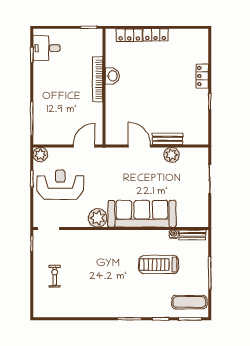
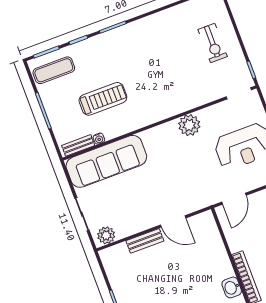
plant: (171, 155) -> (106, 235), moved
sofa: (142, 214) -> (106, 161), moved
exercise bike: (55, 276) -> (213, 43), width x1.38, depth x1.39

